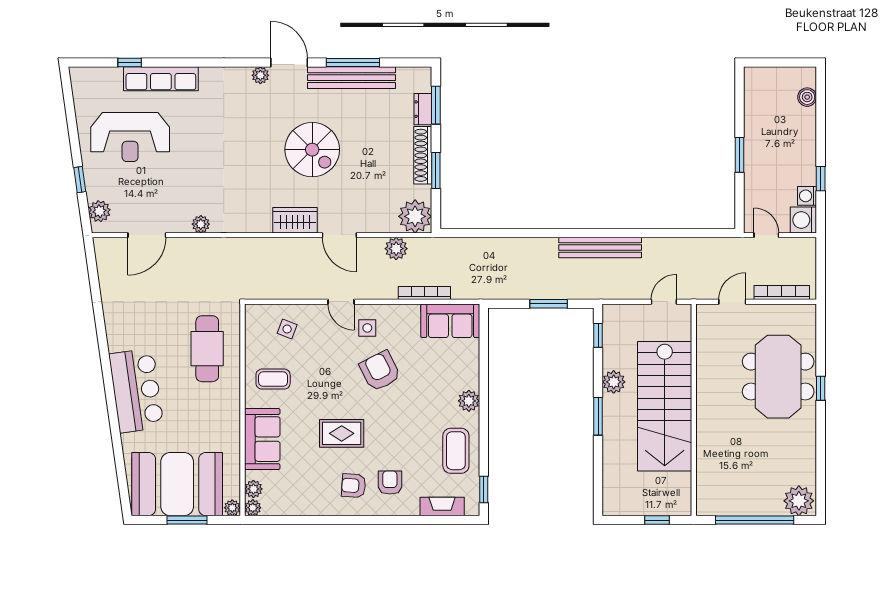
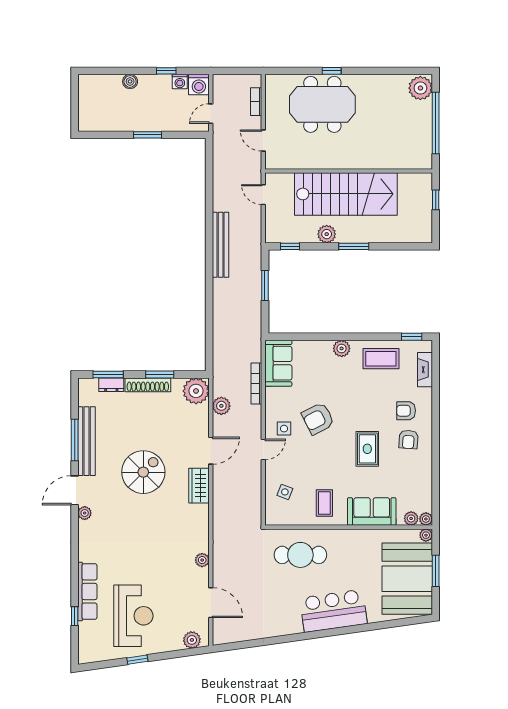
boiler: (807, 97) -> (130, 81), moved
window: (80, 180) -> (137, 660), moved
bookcase: (782, 293) -> (256, 102), width x0.64

